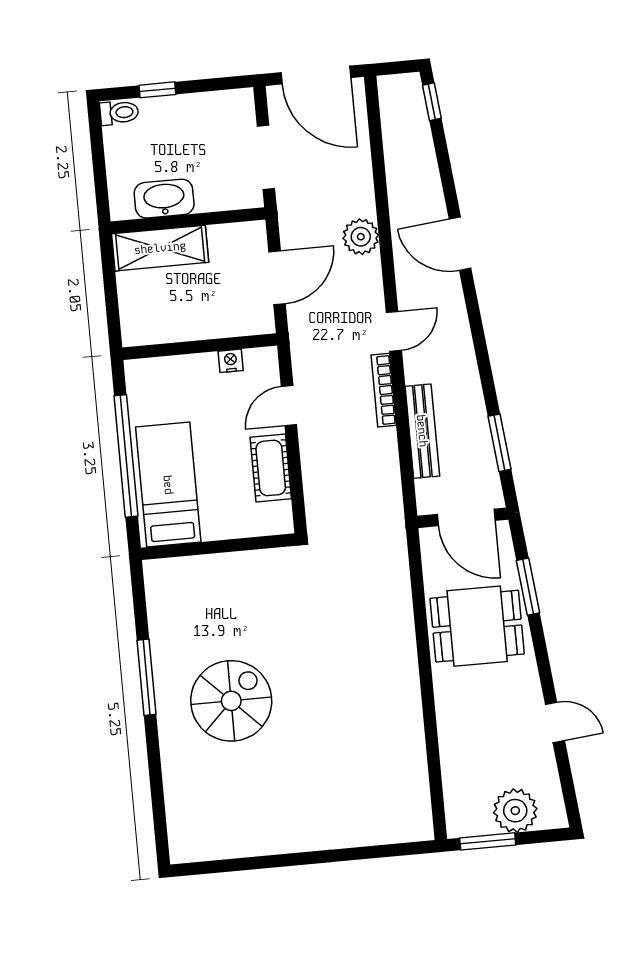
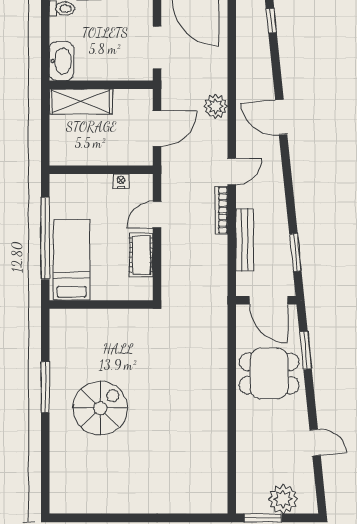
washbasin: (164, 199) -> (61, 61), moved, turned 90

